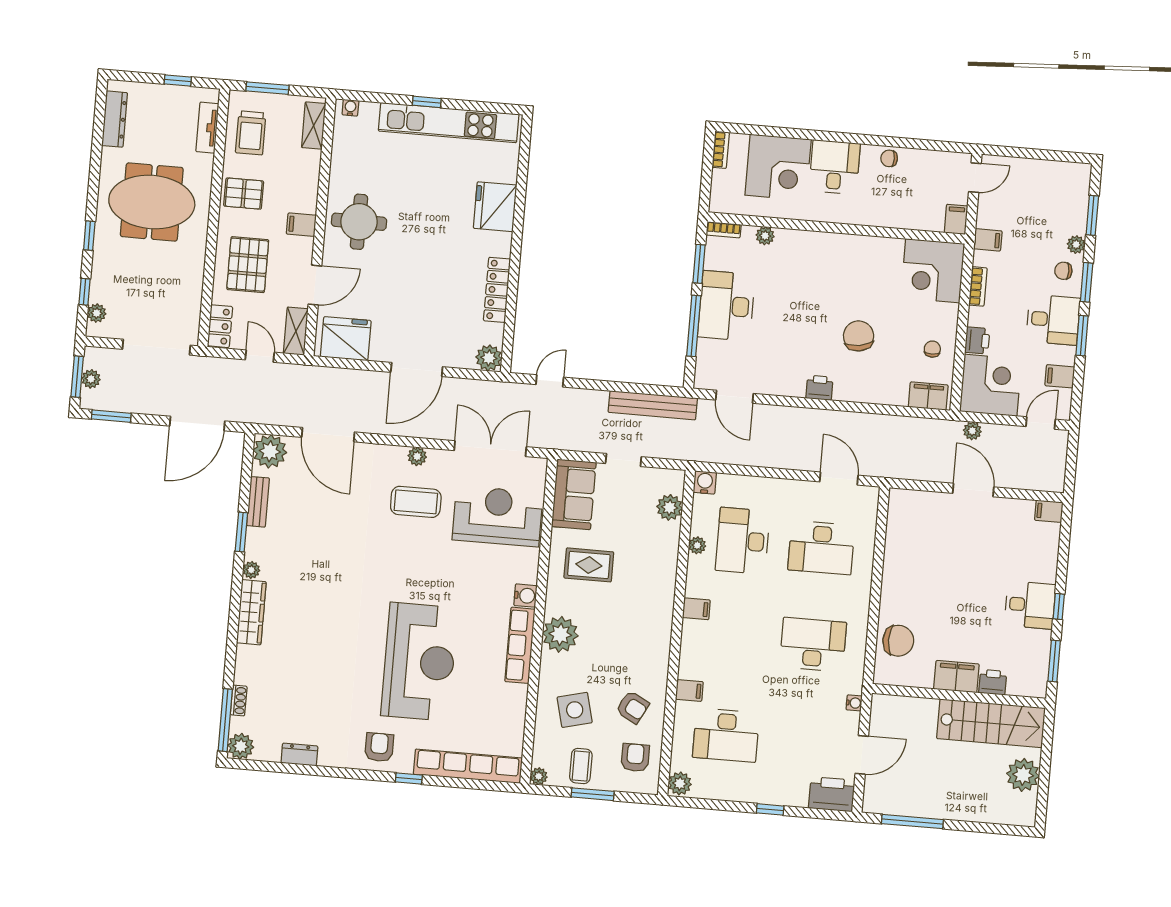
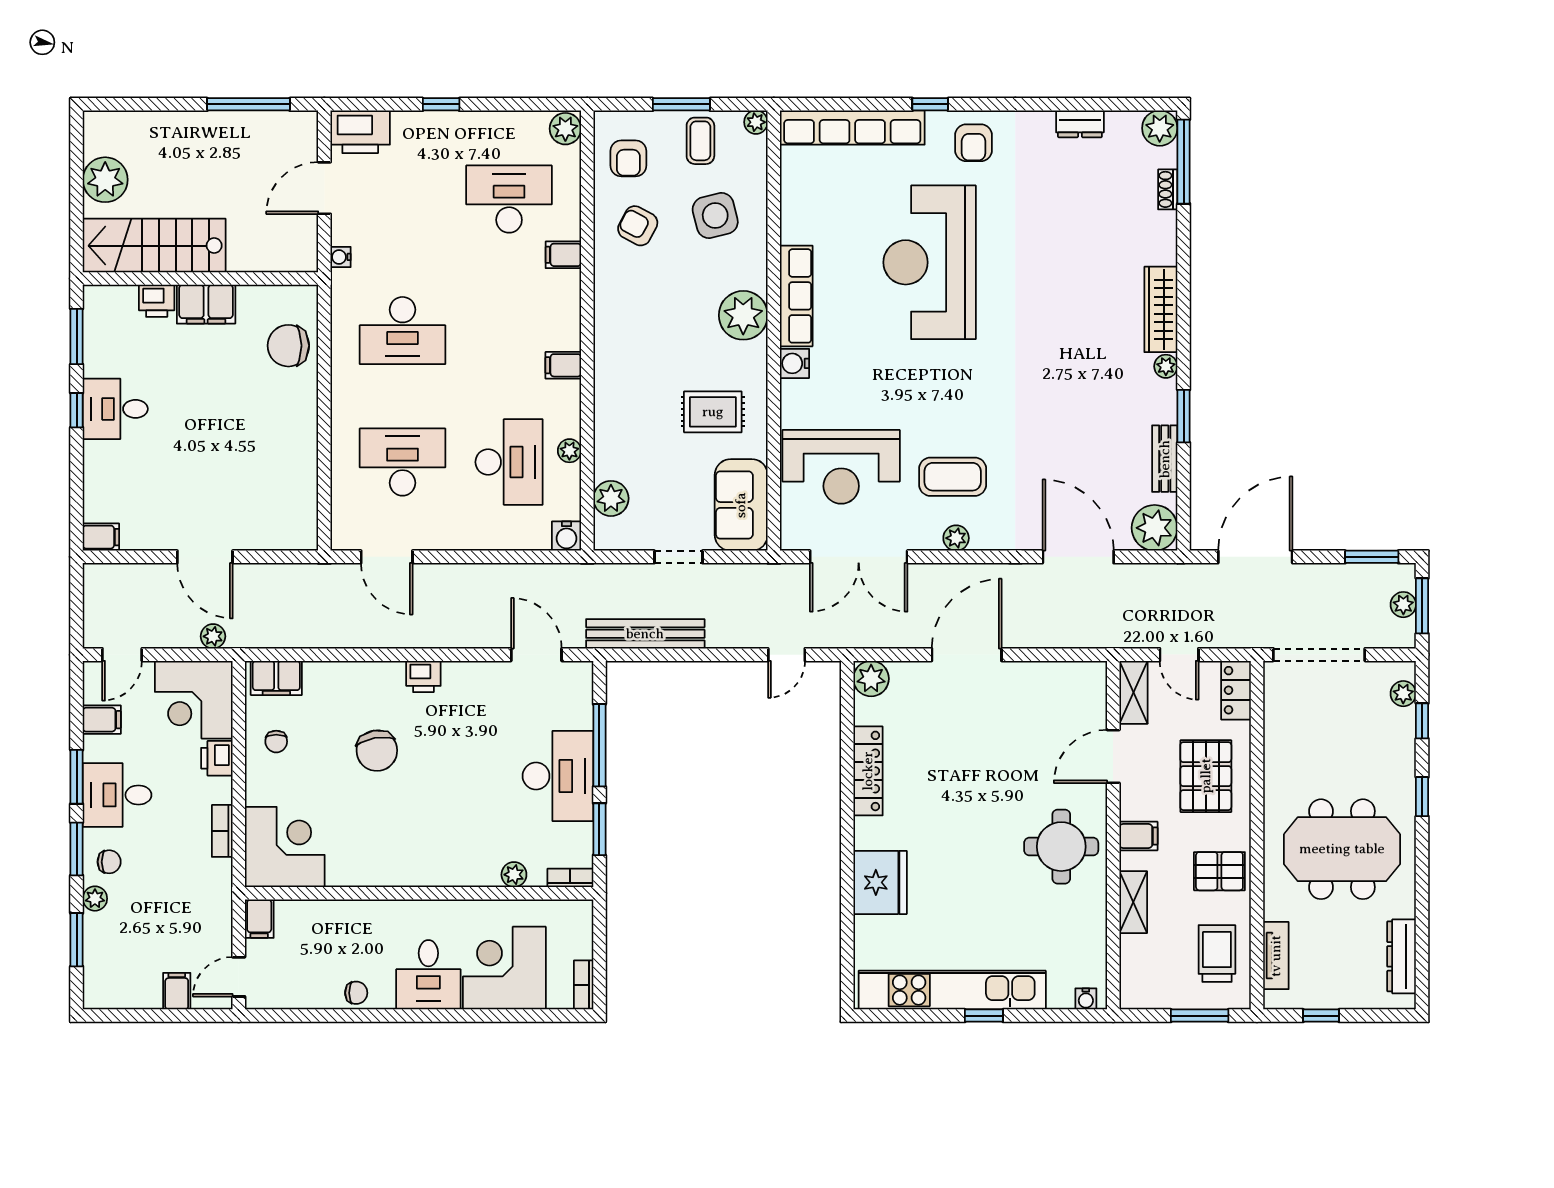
shelving: (314, 126) -> (1133, 902), moved
filing cabinet: (988, 240) -> (177, 991), moved, turned 90
fridge: (346, 339) -> (1066, 688), removed

